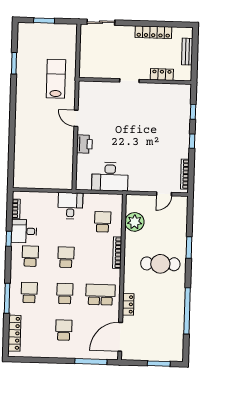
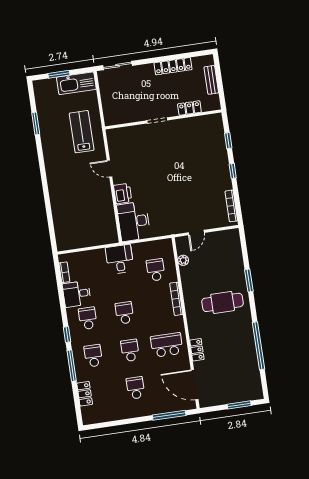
kitchen sink: (59, 32) -> (76, 83), added
desk: (110, 177) -> (134, 221), moved, turned 90
door: (164, 194) -> (196, 233), moved
plant: (135, 222) -> (183, 260), width x0.53, depth x0.53
window: (9, 239) -> (67, 334), moved
locker: (14, 333) -> (85, 394), width x0.66
door: (120, 337) -> (195, 385), hinge flipped

